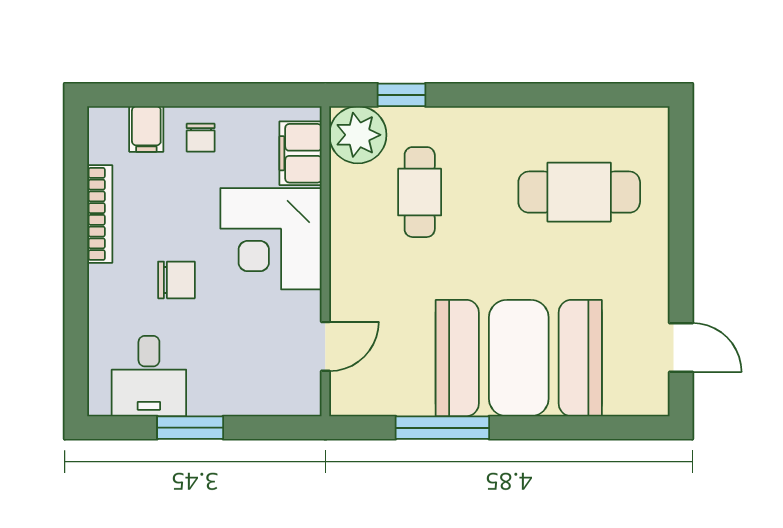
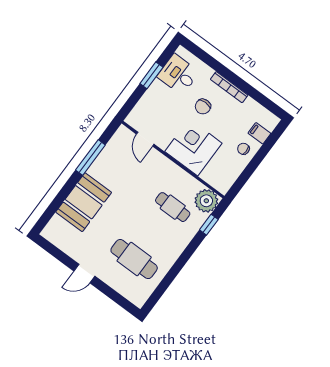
filing cabinet: (300, 153) -> (214, 178), removed
cafe table: (579, 192) -> (134, 259), turned 90
bookcase: (100, 214) -> (229, 87), moved
door: (681, 348) -> (84, 274), moved
booth: (519, 358) -> (84, 202), width x0.73, depth x0.70

